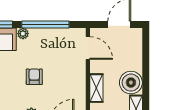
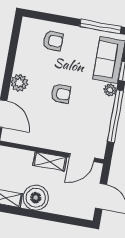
shelving: (96, 88) -> (50, 161), moved

